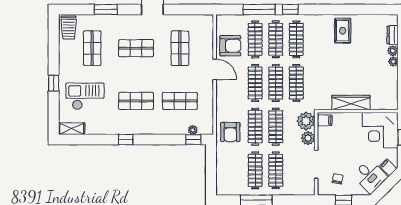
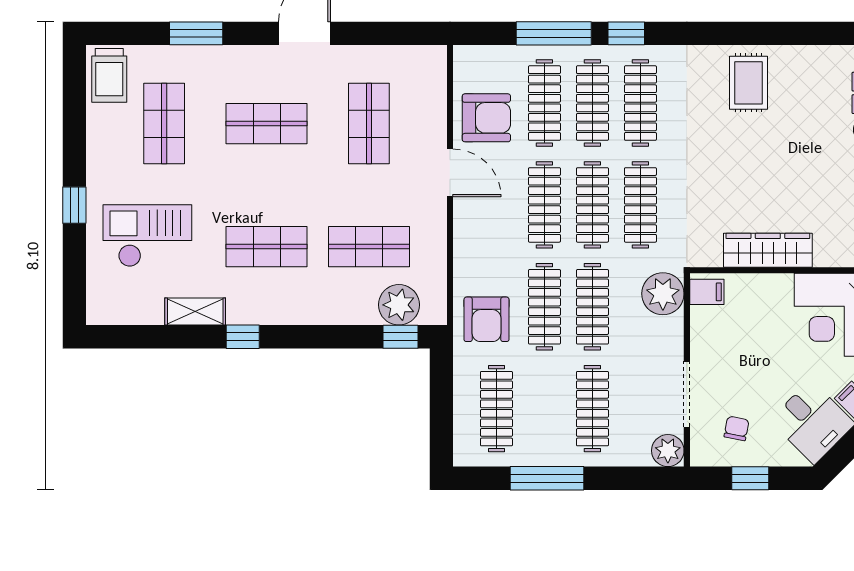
shelving: (72, 129) -> (195, 312), moved
plant: (193, 130) -> (399, 305), width x1.88, depth x1.88
plant: (308, 138) -> (668, 451), moved
clothes rail: (255, 170) -> (496, 409), moved

